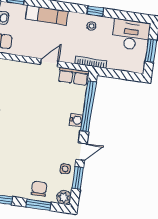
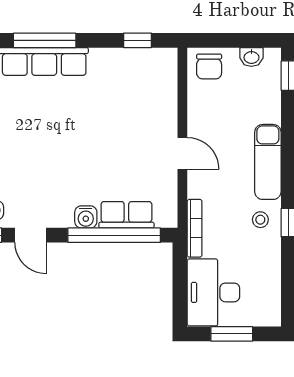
exam couch: (47, 15) -> (268, 162), moved
desk: (131, 35) -> (213, 292), moved, turned 180
row of seats: (73, 76) -> (126, 215), moved, turned 90

